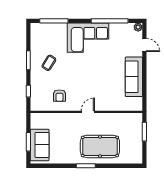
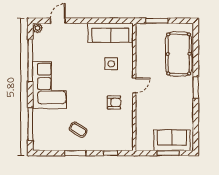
sofa: (134, 77) -> (110, 33), moved
side table: (107, 92) -> (111, 64), added
armchair: (59, 96) -> (114, 102), moved
door: (88, 112) -> (134, 85), swing flipped
pool table: (100, 146) -> (179, 54), moved

